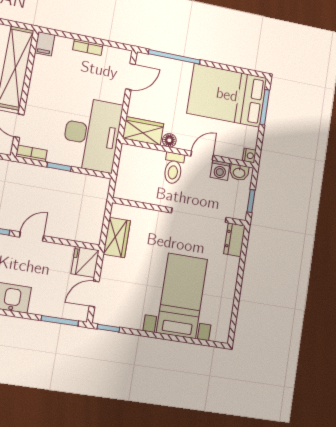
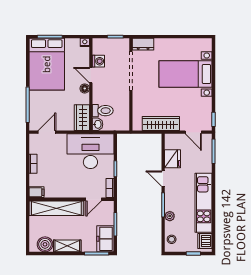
door: (130, 77) -> (47, 132), hinge flipped
floor lamp: (169, 140) -> (85, 88), moved
toilet: (173, 168) -> (103, 111), moved
washbasin: (239, 172) -> (98, 124), moved
wardrobe: (117, 237) -> (161, 123), width x1.50
fridge: (85, 262) -> (173, 159), moved, turned -90

